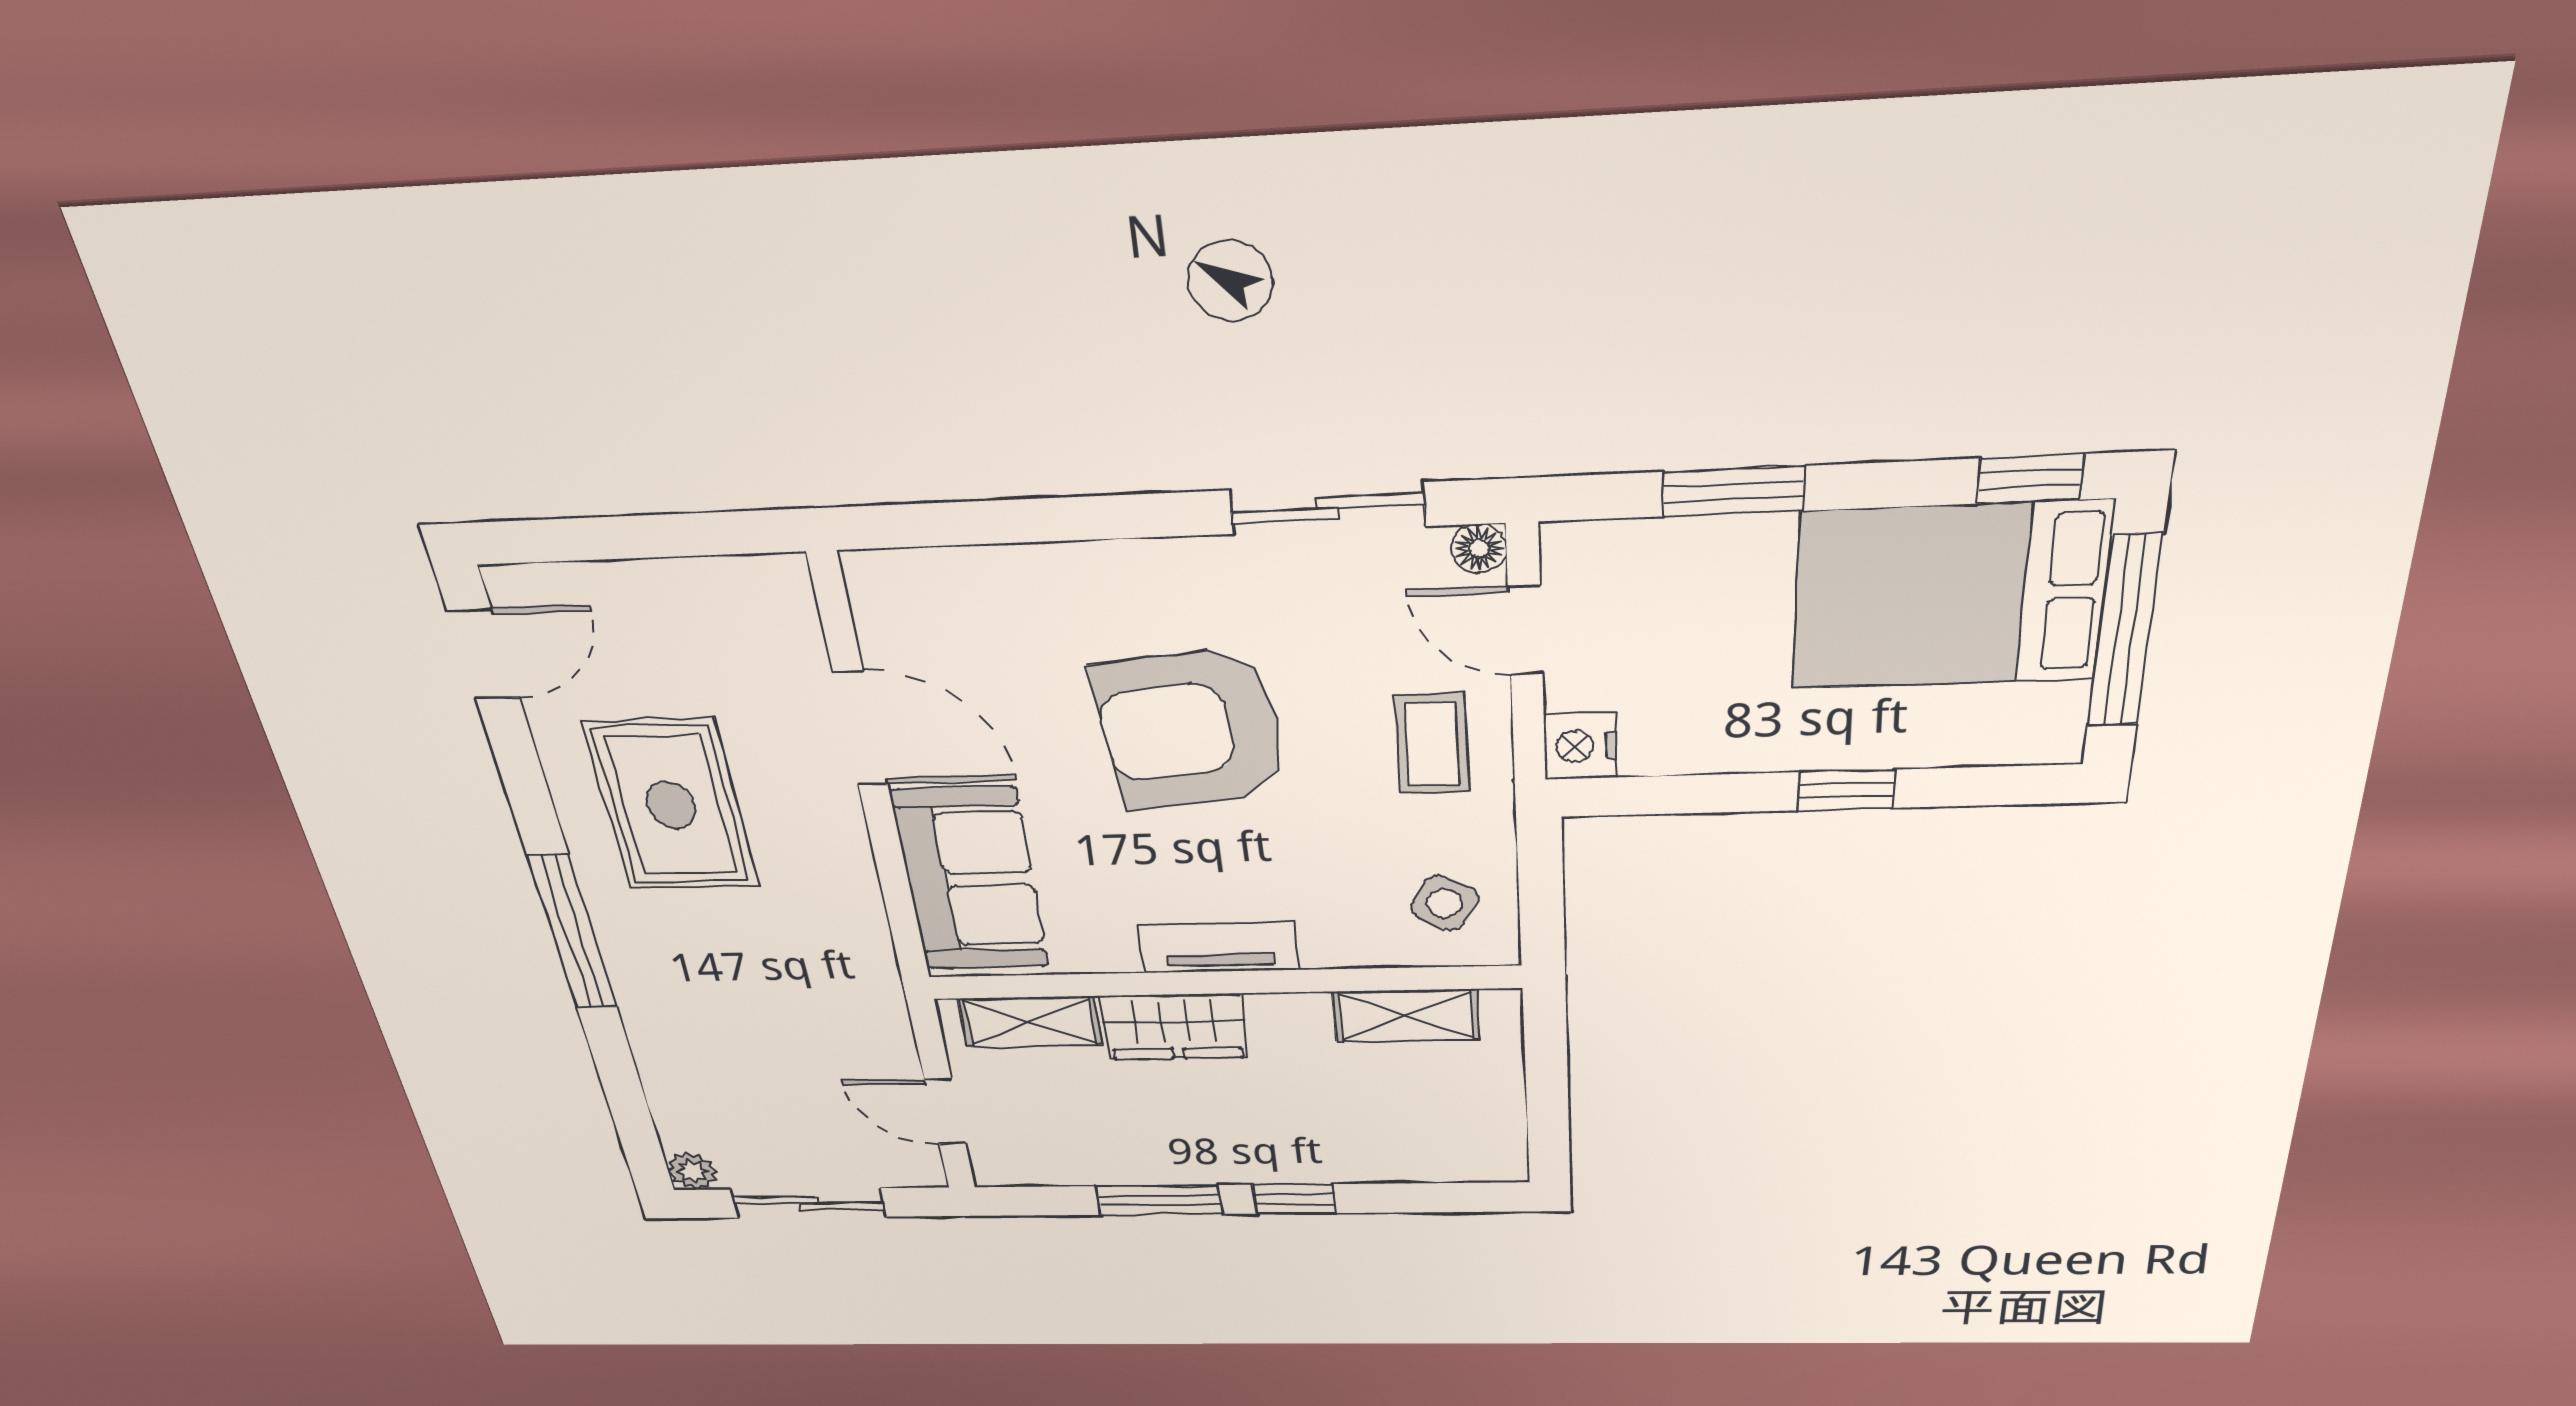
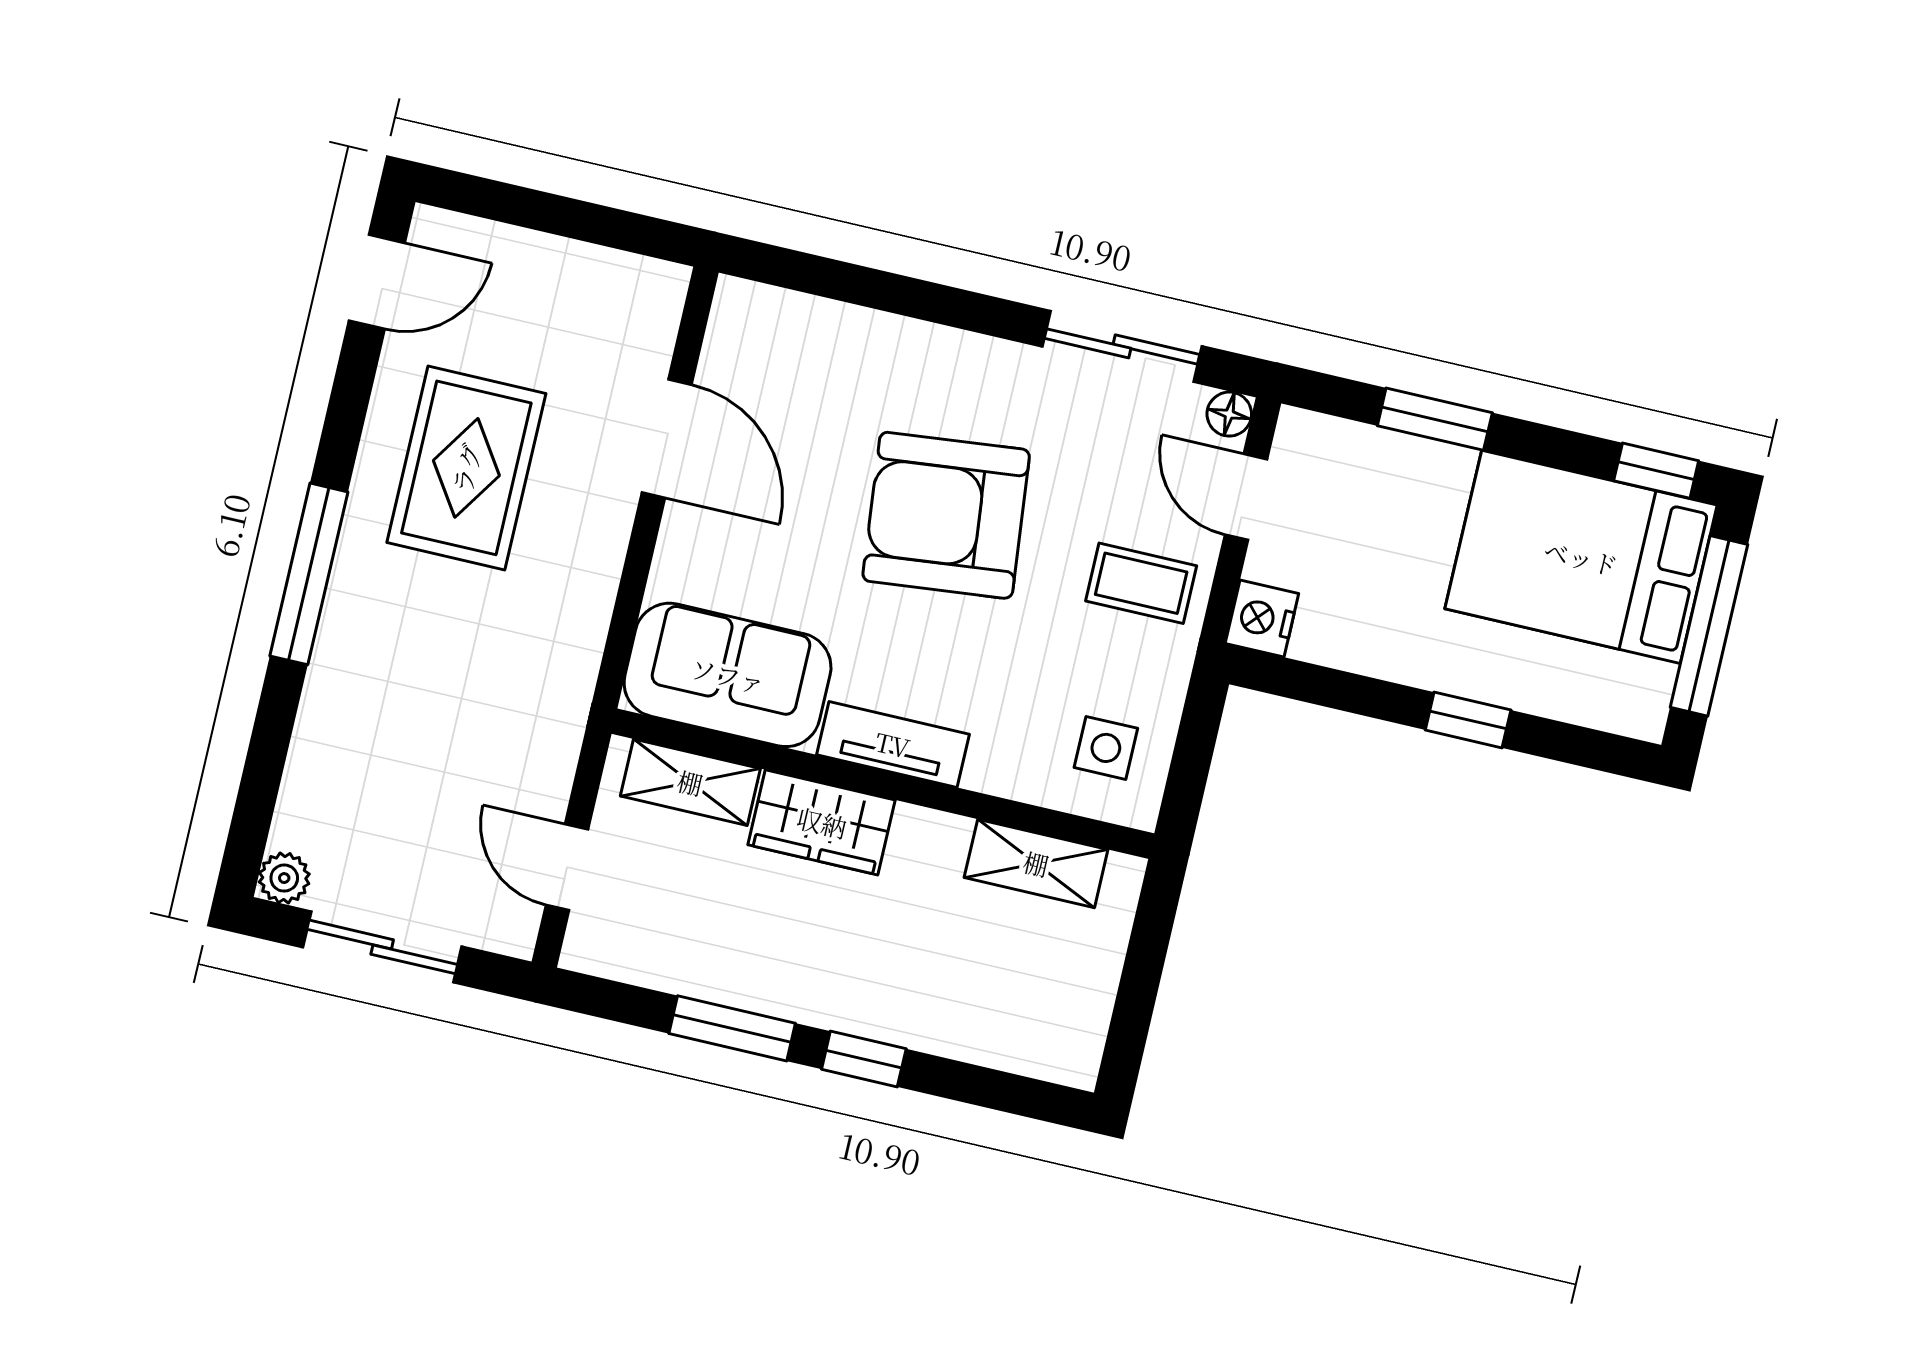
coffee table: (1432, 744) -> (1141, 583), turned 90
sofa: (970, 879) -> (728, 675), moved, turned -90
side table: (1445, 903) -> (1106, 748), turned -30

